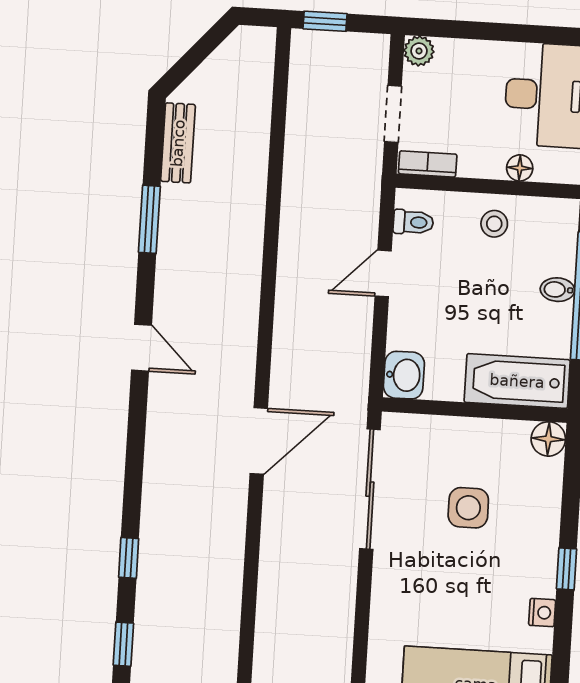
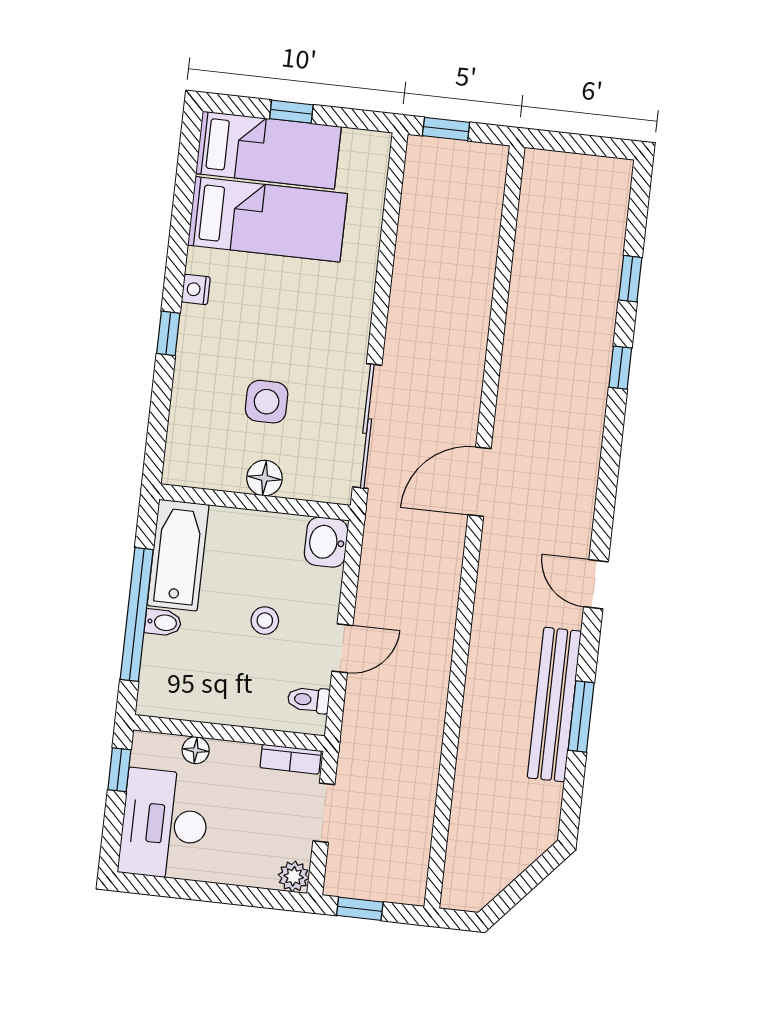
window: (325, 21) -> (360, 909), moved
bench: (178, 143) -> (554, 704), moved, width x1.86, depth x1.21
stool: (494, 224) -> (265, 621), moved
bathtub: (517, 381) -> (178, 555), moved, turned -90
floor lamp: (548, 439) -> (264, 478), moved

